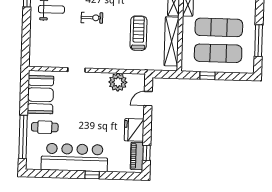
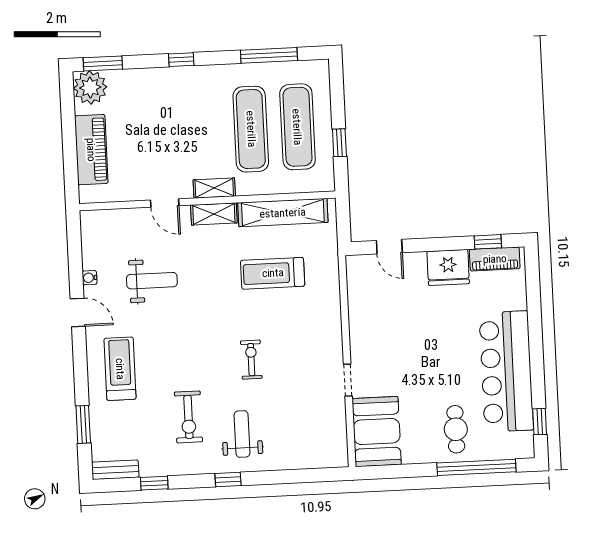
plant: (118, 82) -> (364, 304), removed
booth: (40, 95) -> (377, 432), moved, turned 90
window: (92, 175) -> (540, 422), moved

